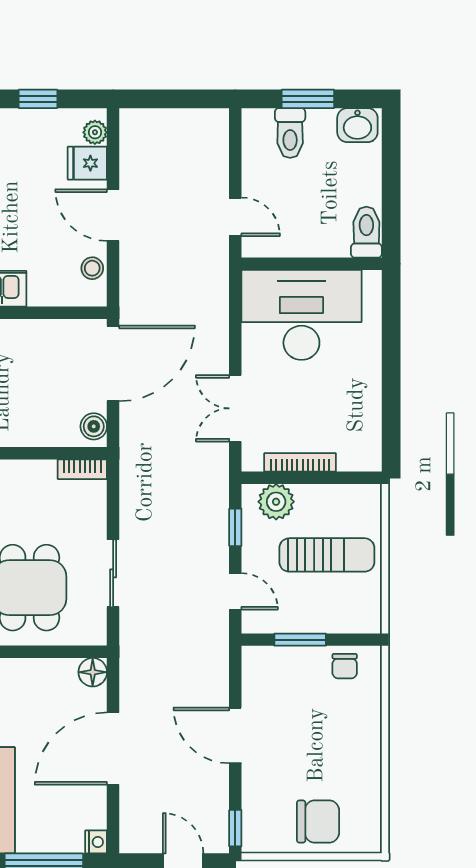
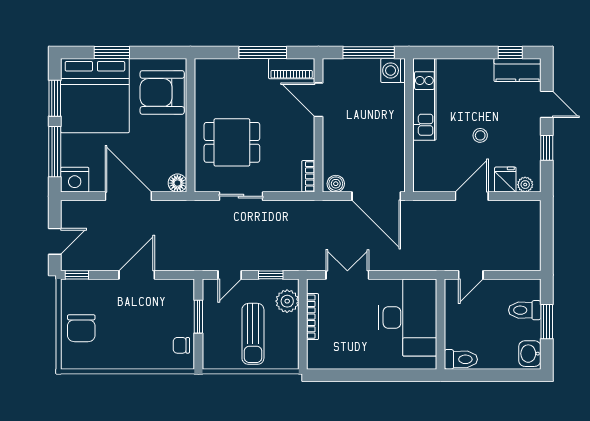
stool: (92, 268) -> (480, 135), moved
nightstand: (96, 842) -> (75, 180), width x1.89, depth x1.79

